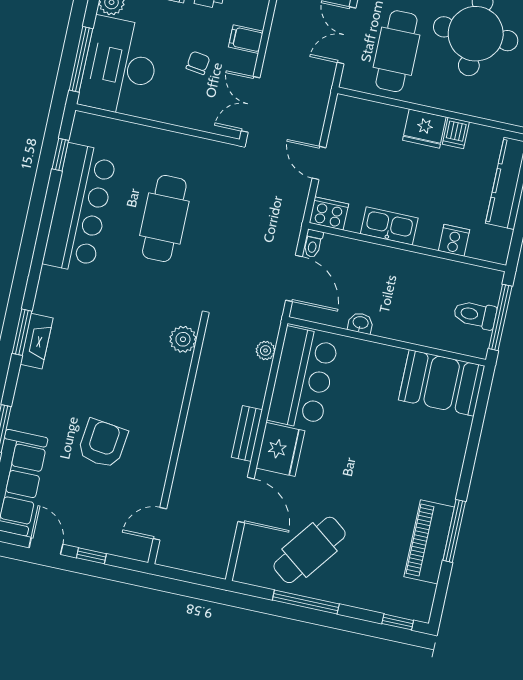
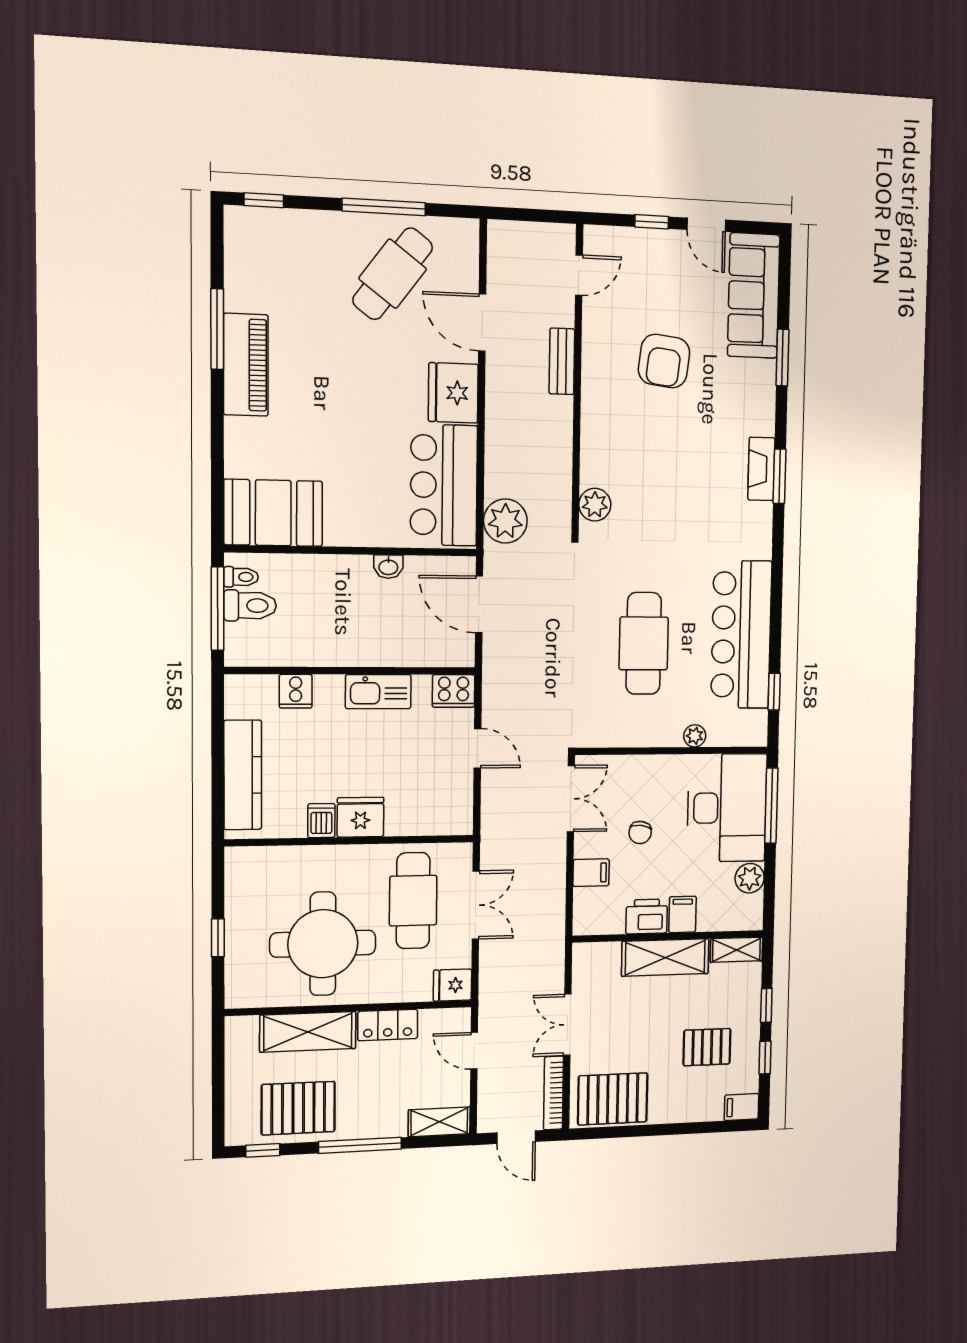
plant: (136, 133) -> (695, 736), added
toilet: (313, 243) -> (241, 577), moved, turned 90
plant: (266, 350) -> (505, 521), width x1.88, depth x1.88
bench: (247, 434) -> (562, 361), moved
piano: (429, 542) -> (246, 365), moved

